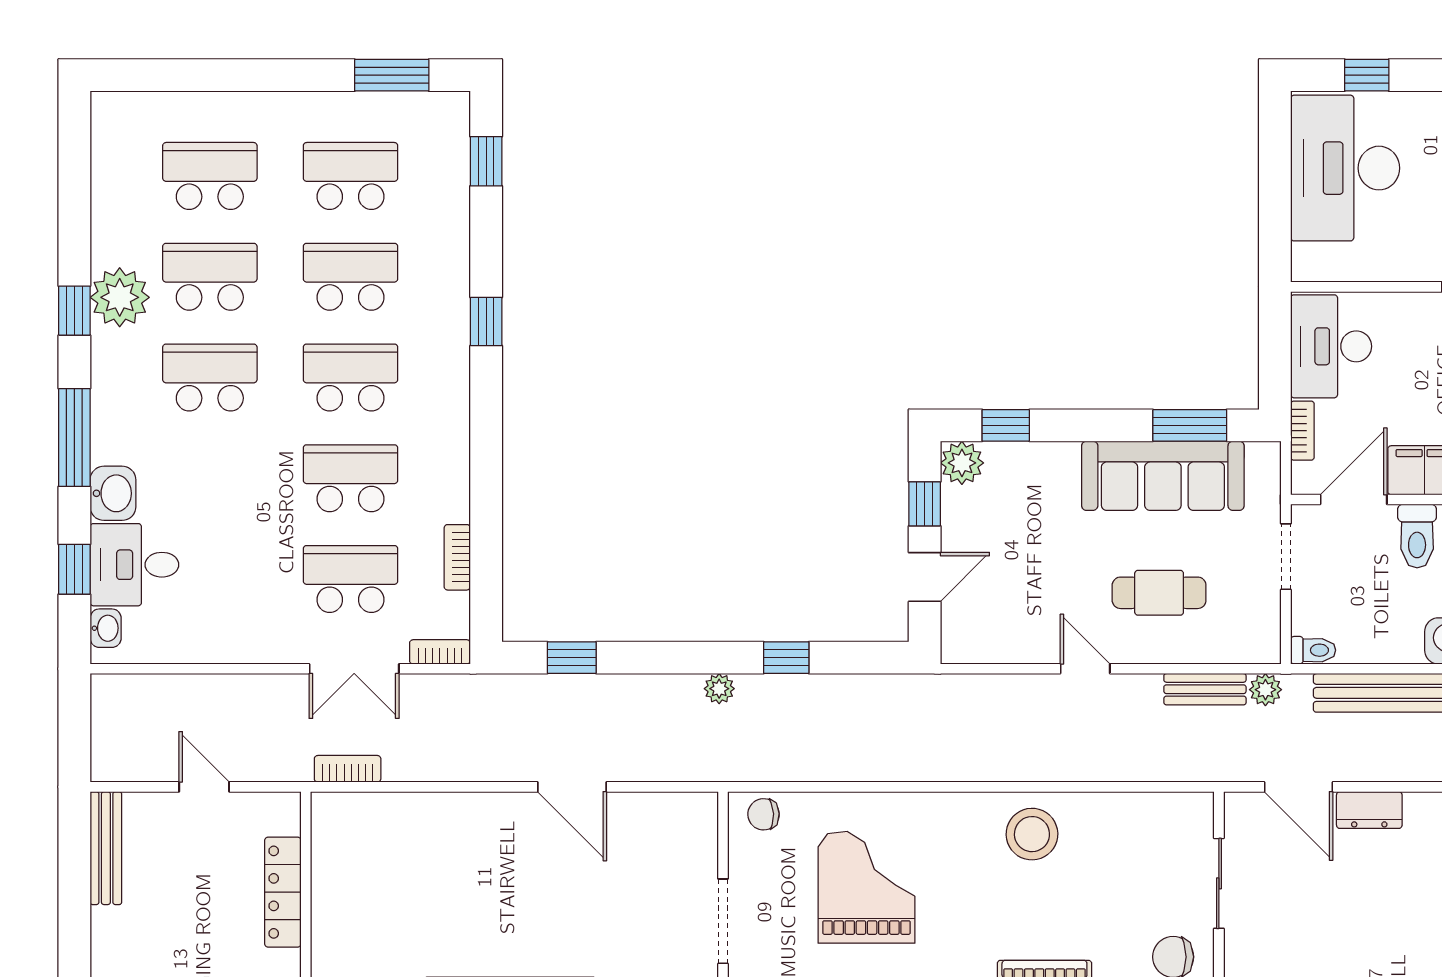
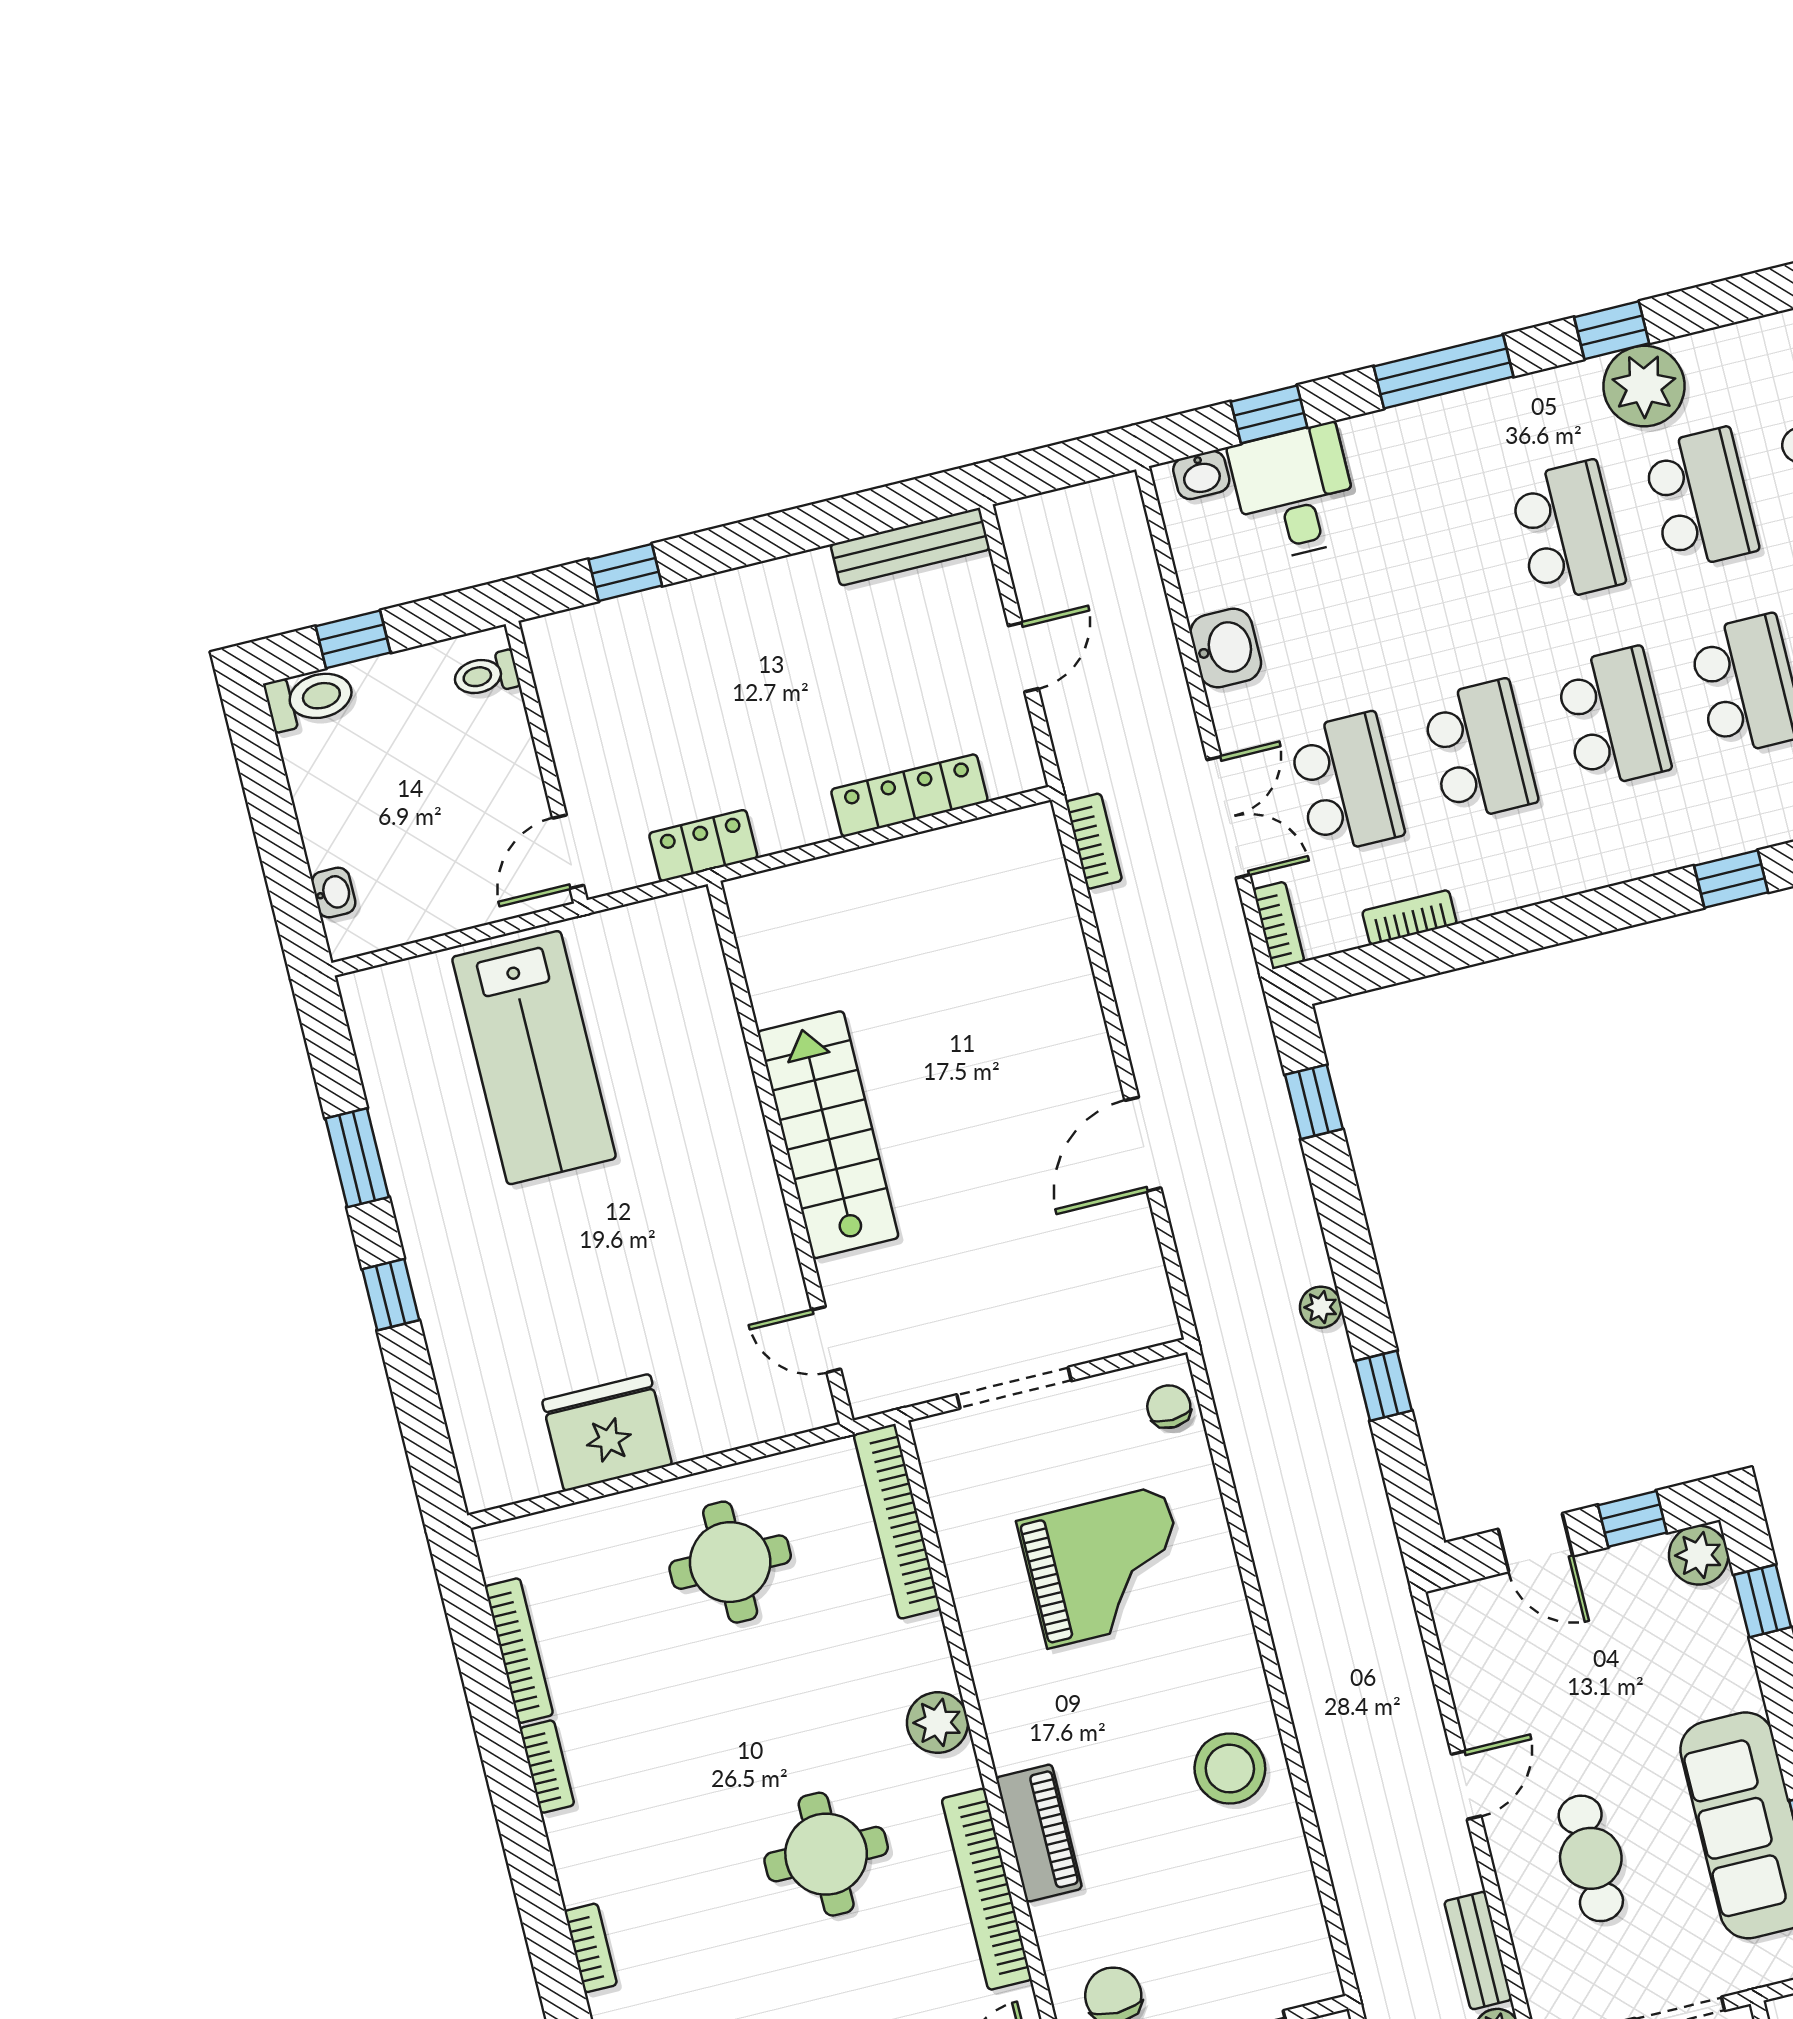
washbasin: (113, 493) -> (1226, 648), moved, turned -90
double door: (354, 669) -> (1228, 817), swing flipped

